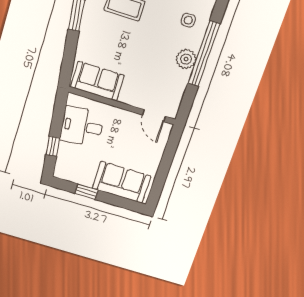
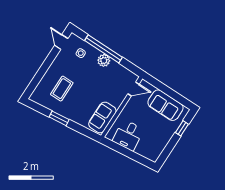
window: (53, 146) -> (136, 157), removed
sofa: (122, 182) -> (165, 105), moved, turned -90
window: (86, 192) -> (182, 128), moved

